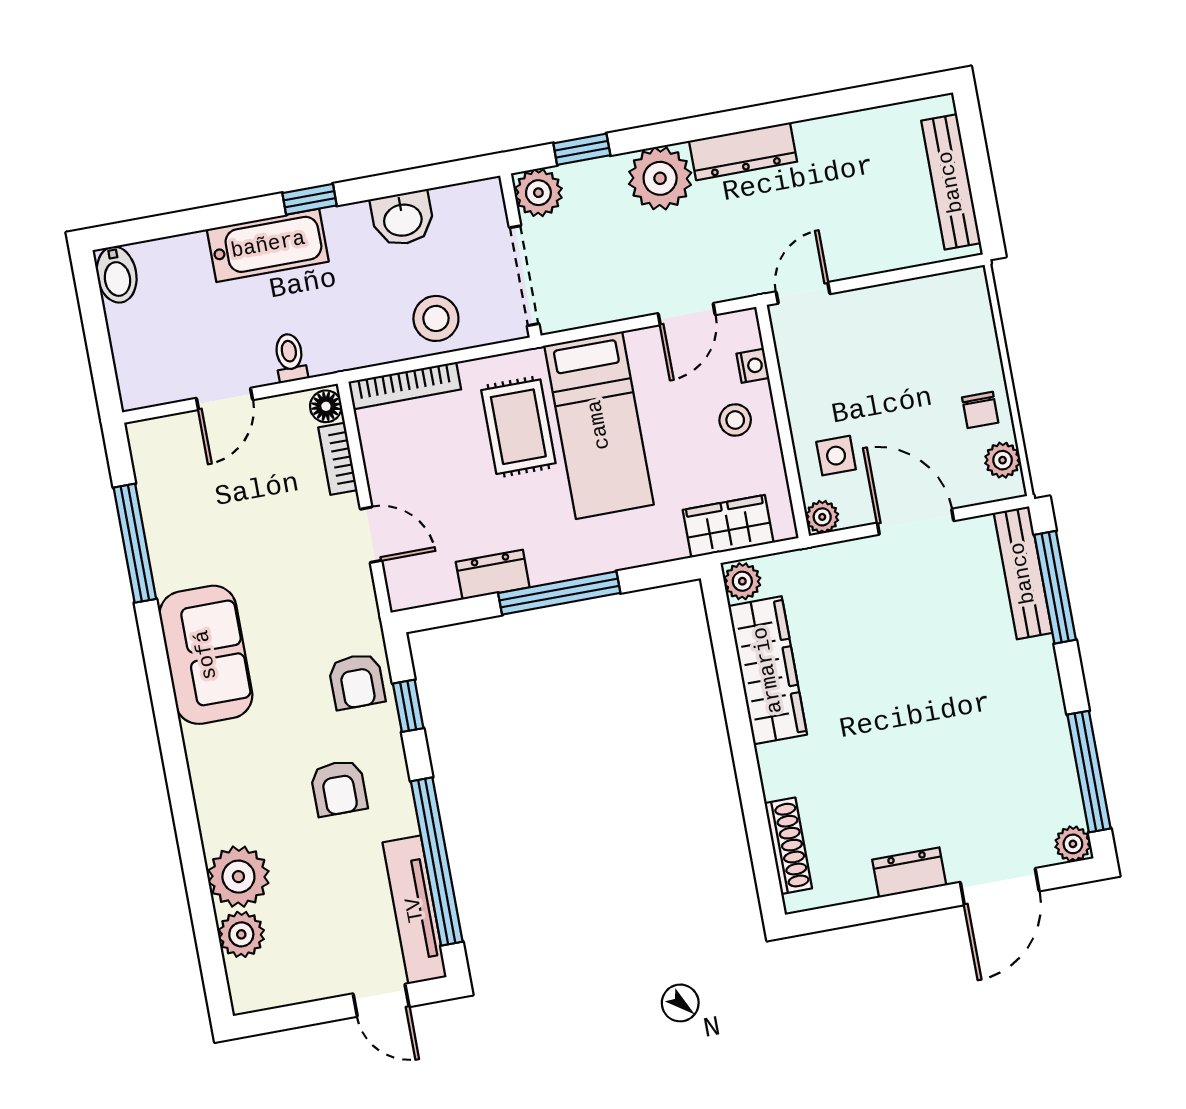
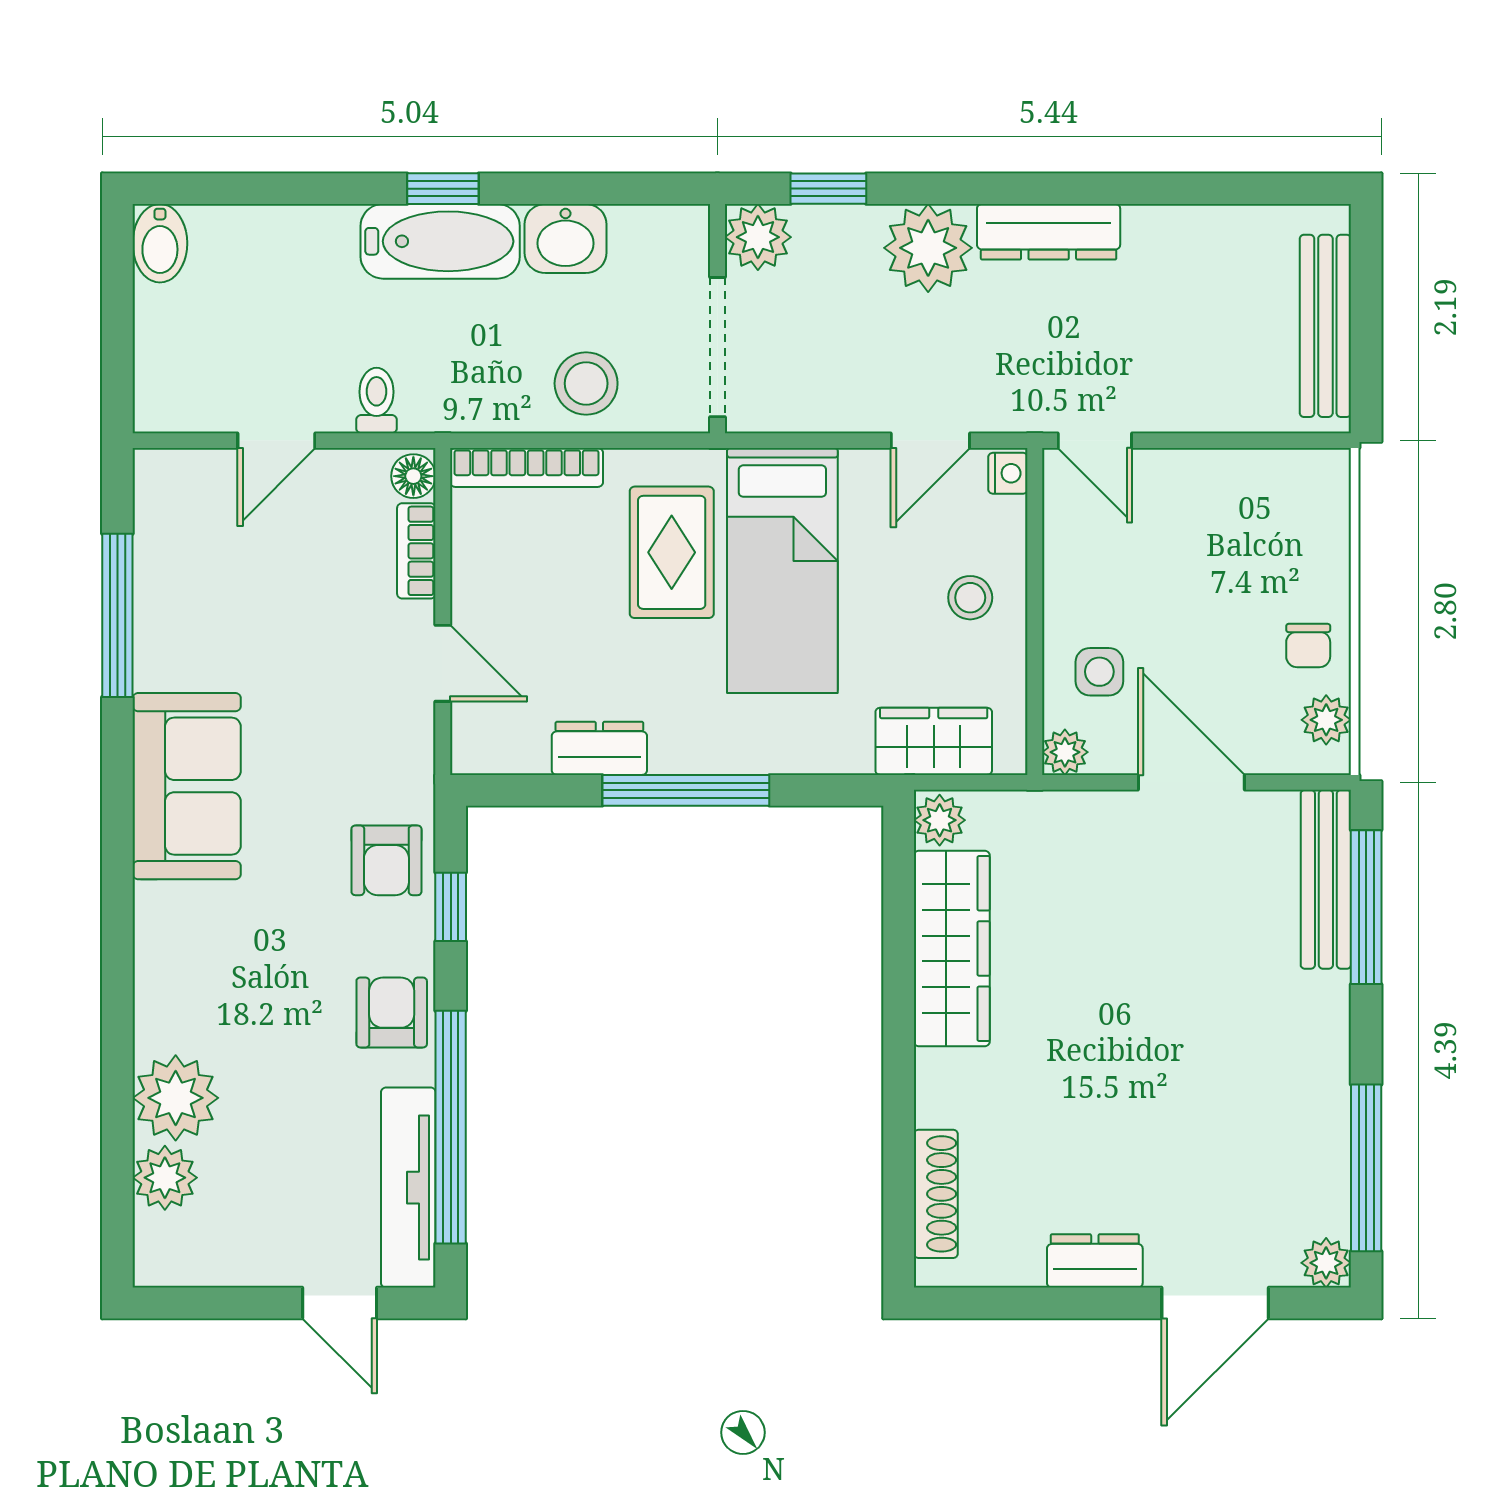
bathtub: (268, 245) -> (440, 241), moved
door: (803, 293) -> (1095, 441), swing flipped
nightstand: (753, 366) -> (1008, 473), moved
armchair: (339, 788) -> (392, 1013), moved, turned 180

